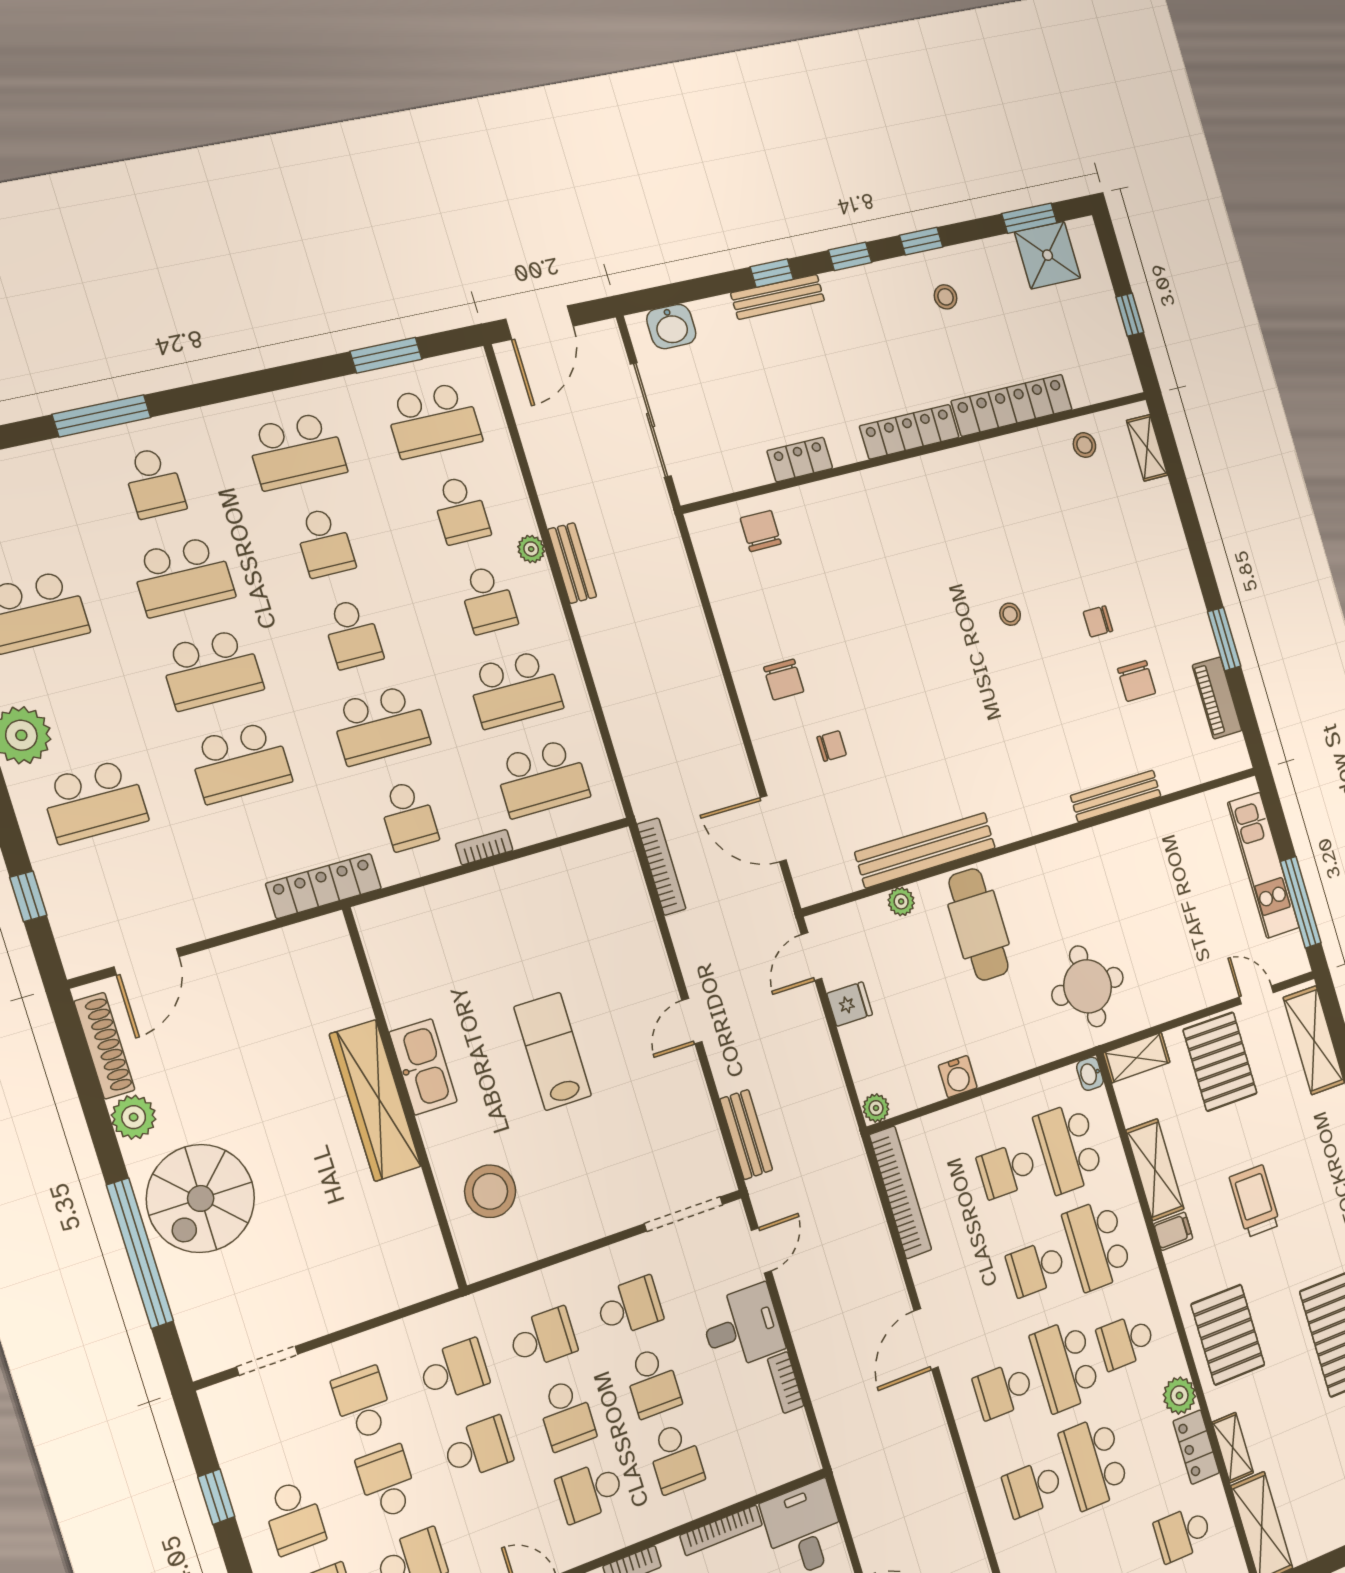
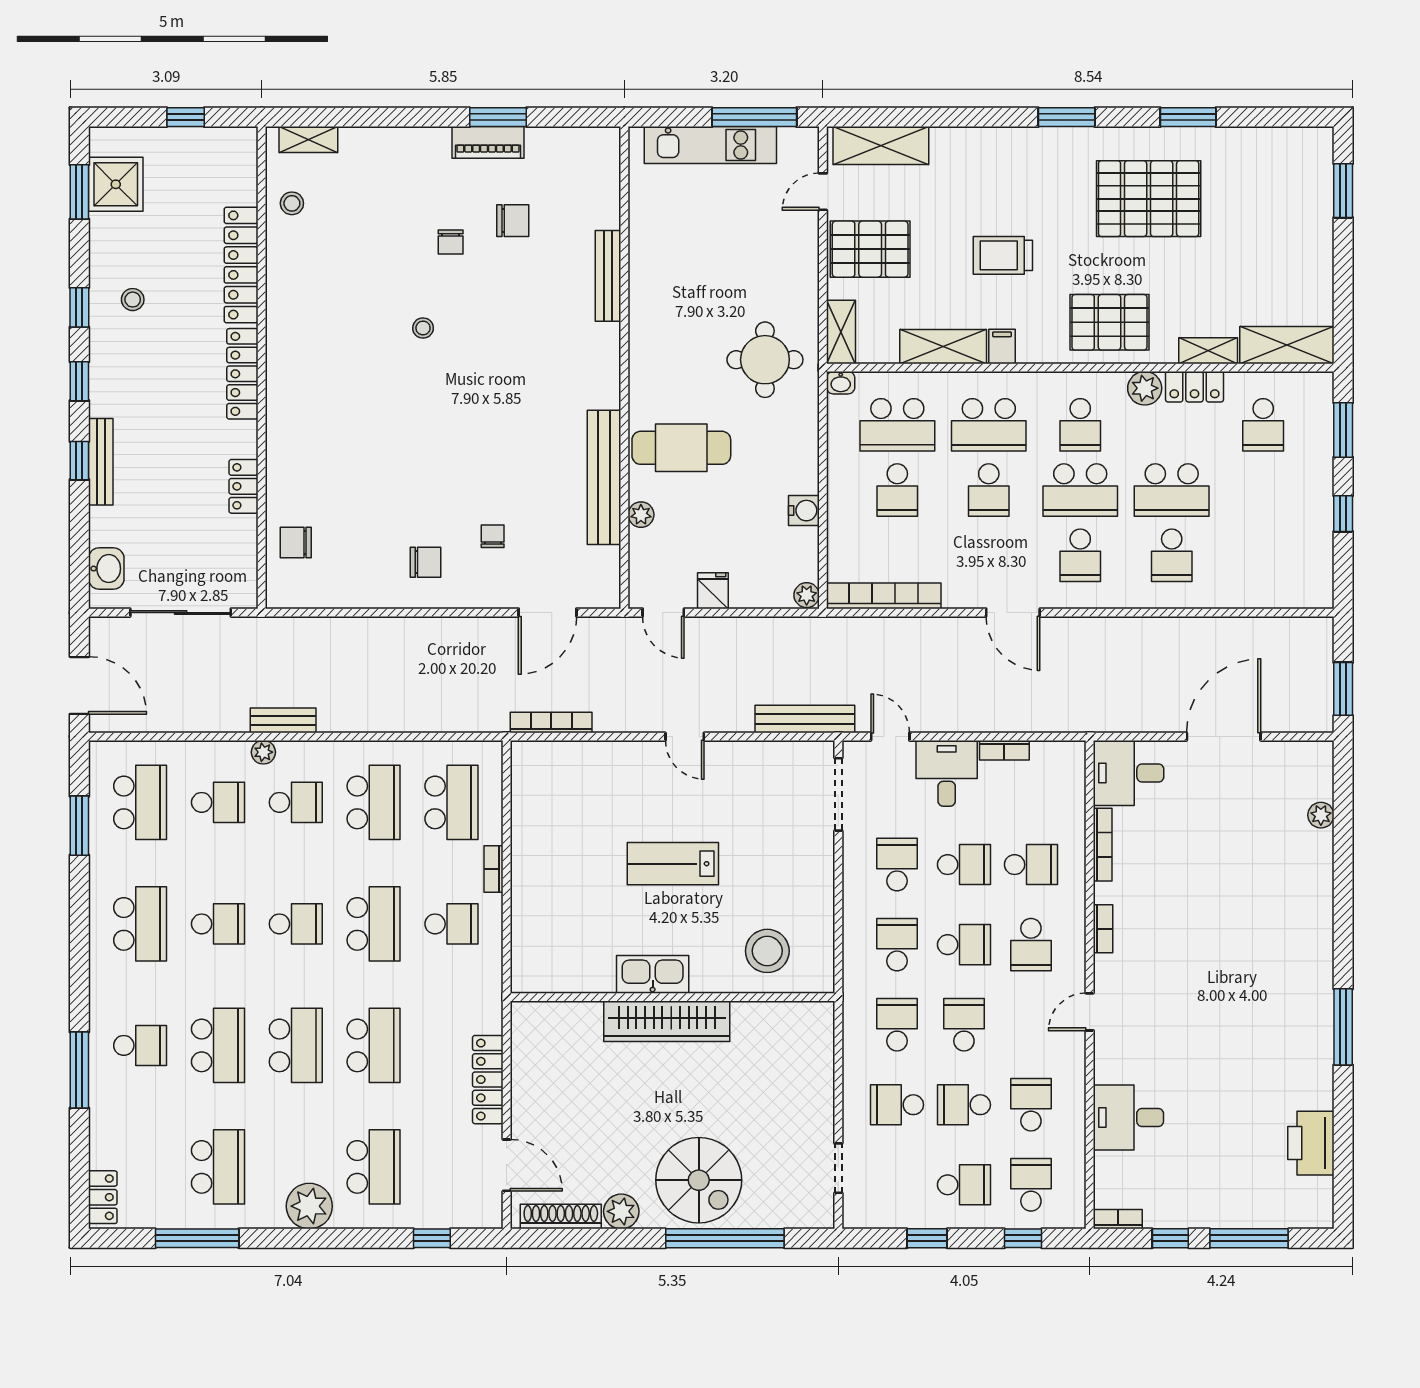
piano: (1217, 698) -> (488, 142), moved
locker: (324, 886) -> (488, 1080), moved
bench: (746, 1135) -> (805, 719), width x1.36

